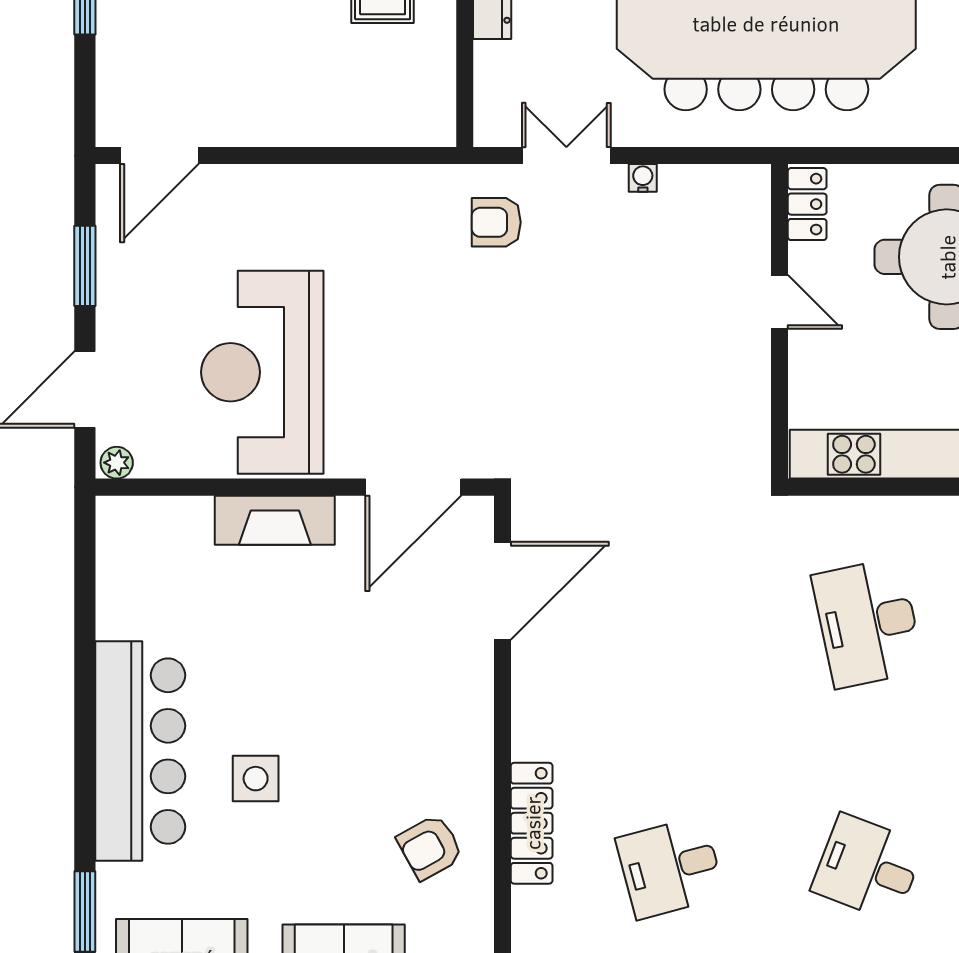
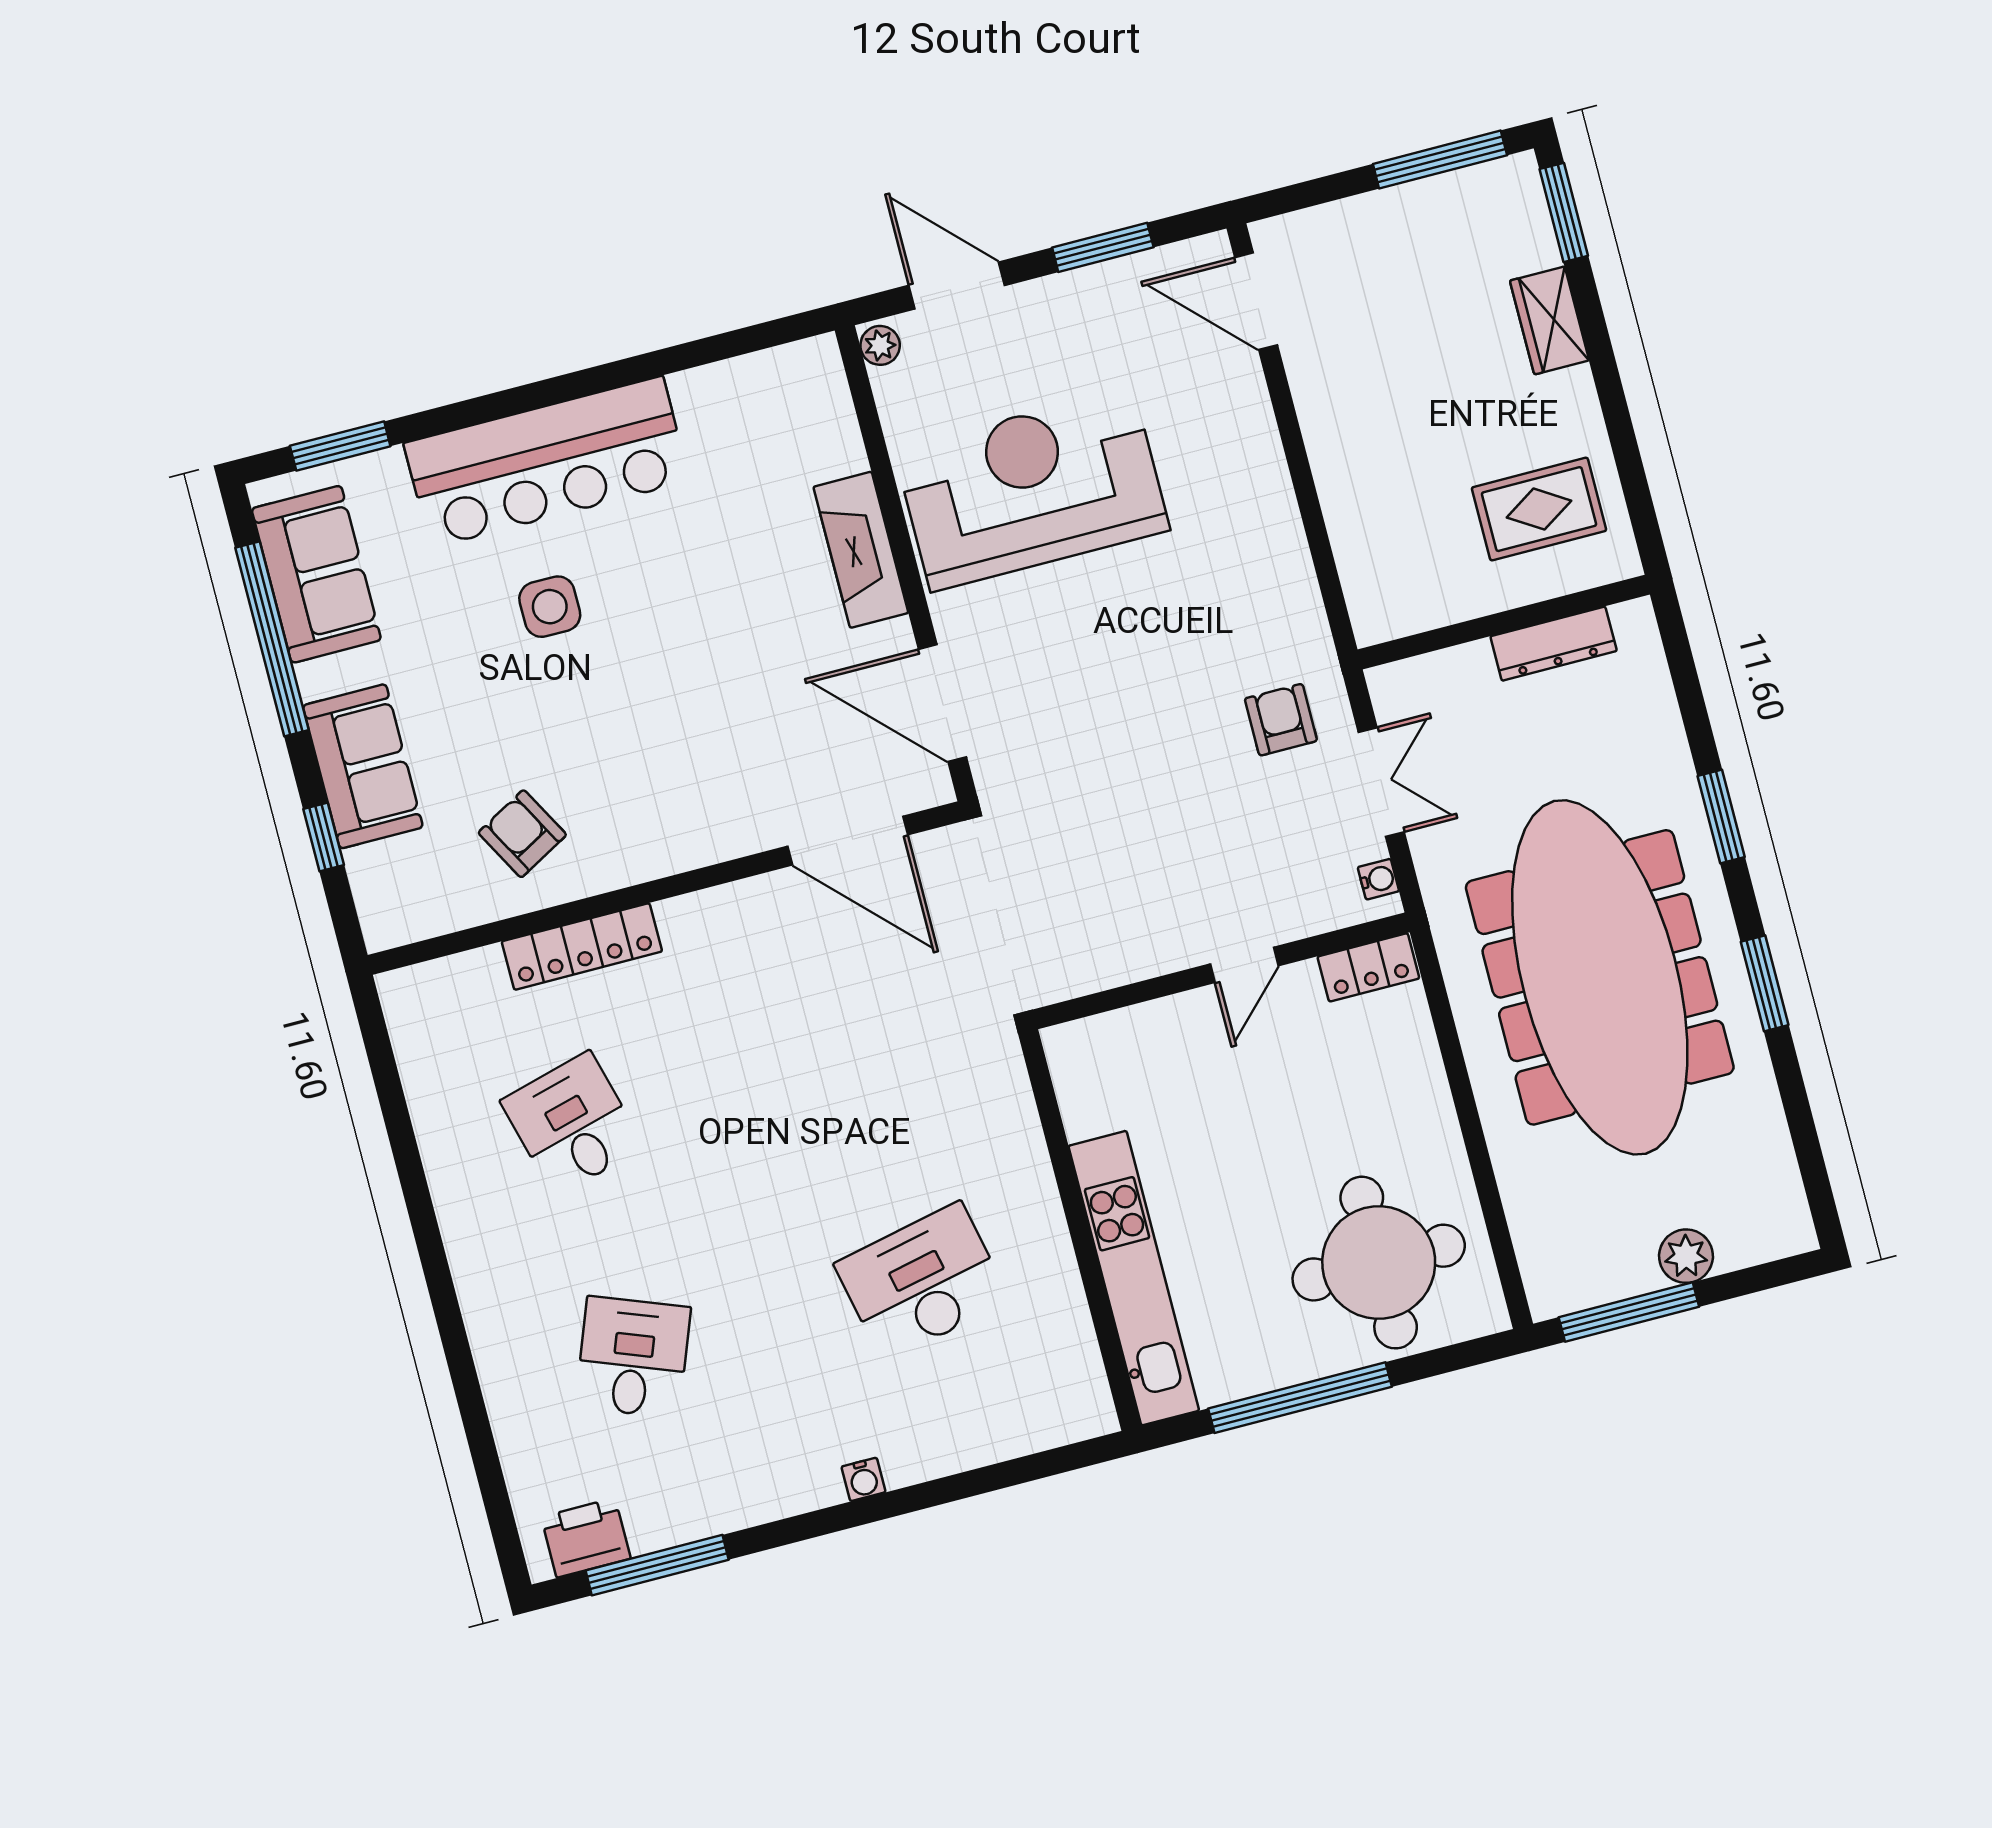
locker: (807, 204) -> (1368, 967), moved
door: (780, 302) -> (1244, 965), moved
wall: (780, 321) -> (1221, 971), moved

